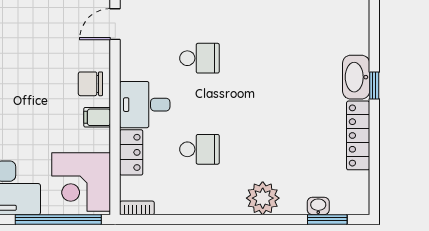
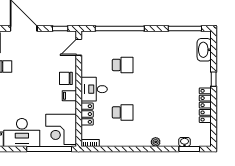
washbasin: (356, 77) -> (204, 50), moved
plant: (263, 198) -> (156, 142), width x0.53, depth x0.53

